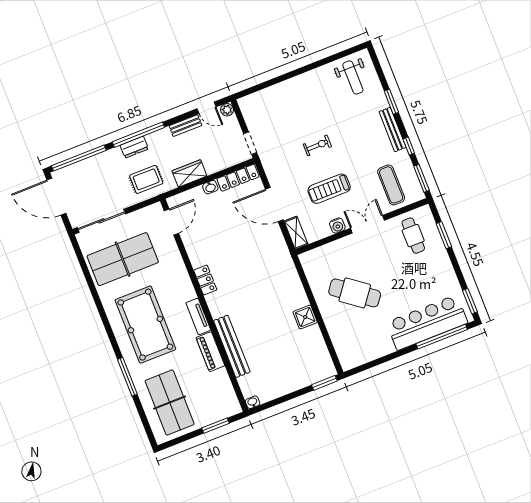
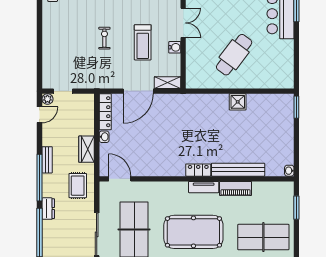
bench: (185, 126) -> (47, 160), moved
doorway: (250, 143) -> (63, 91), moved
dresser: (134, 147) -> (48, 209), moved
double door: (367, 224) -> (183, 23), swing flipped
locker: (205, 280) -> (198, 170), moved

